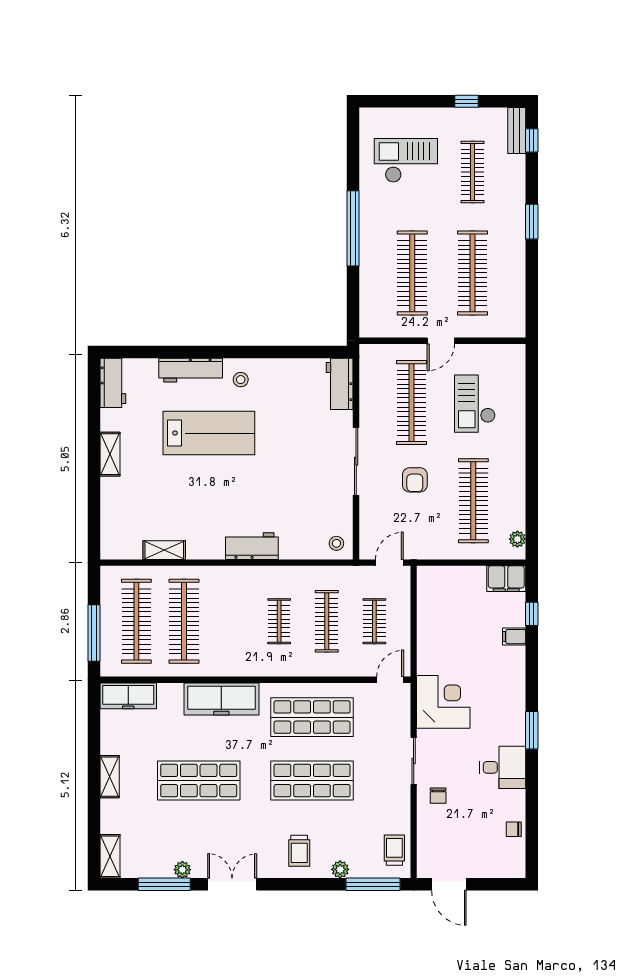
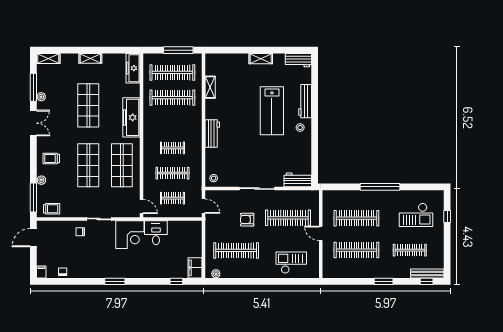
window: (467, 101) -> (447, 216), moved
bench: (517, 131) -> (427, 273), width x1.36
checkout: (406, 160) -> (416, 215), turned 90
checkout: (475, 404) -> (291, 263), moved
window: (94, 633) -> (178, 50), moved
filing cabinet: (514, 637) -> (41, 272), moved
desk: (503, 767) -> (156, 233), moved, turned 180

